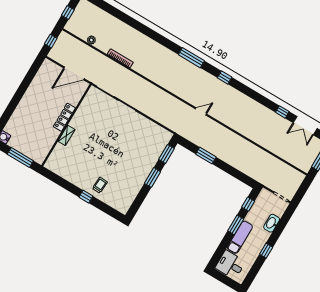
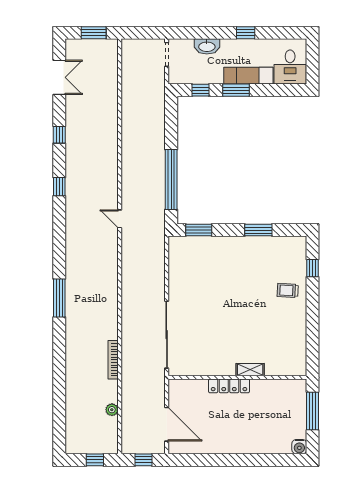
window: (191, 58) -> (59, 298), moved
door: (74, 73) -> (167, 424), moved
window: (225, 77) -> (59, 187), moved
window: (282, 112) -> (59, 135), moved
window: (206, 156) -> (171, 179), width x2.11
window: (153, 177) -> (258, 230), moved
window: (86, 197) -> (313, 268), moved

